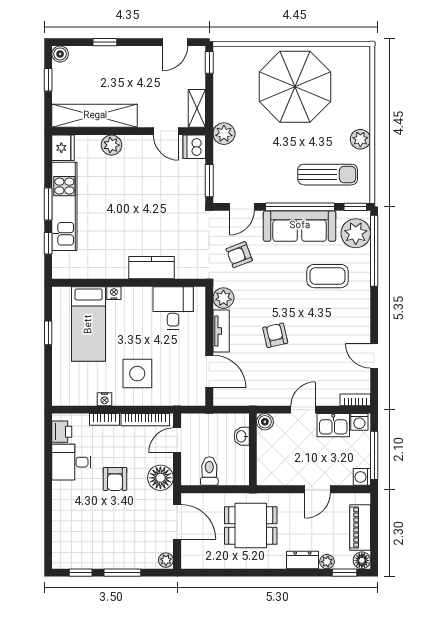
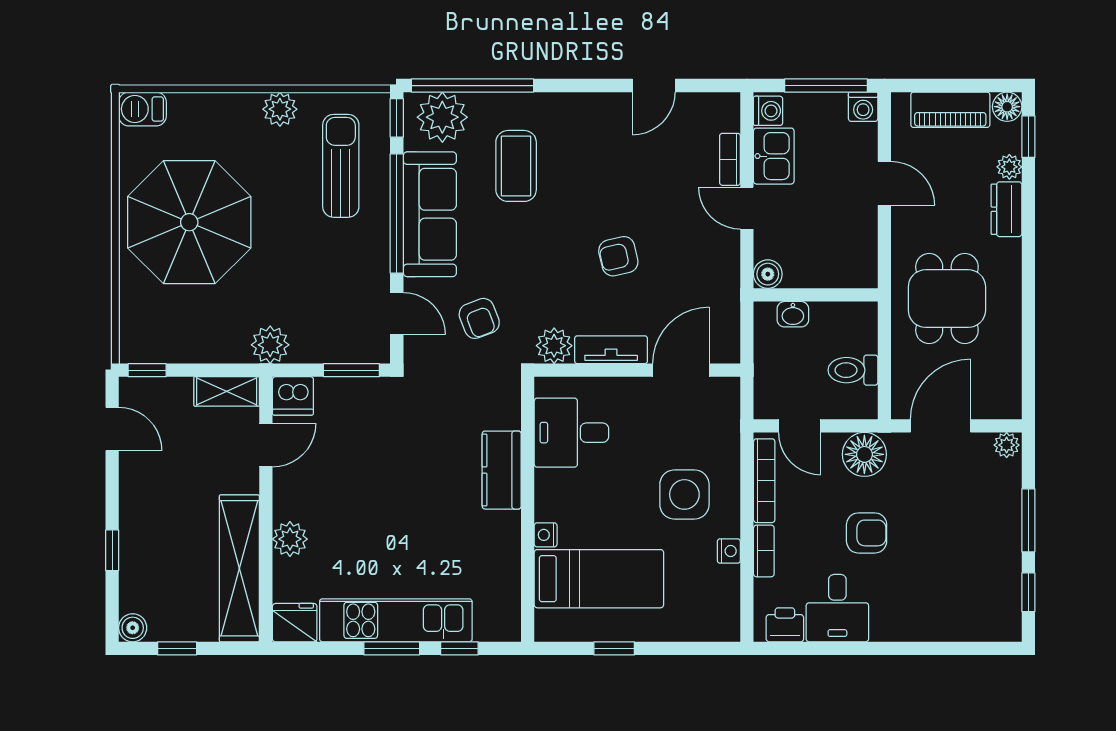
barbecue: (360, 60) -> (142, 109), added
bookcase: (355, 400) -> (730, 159), moved

